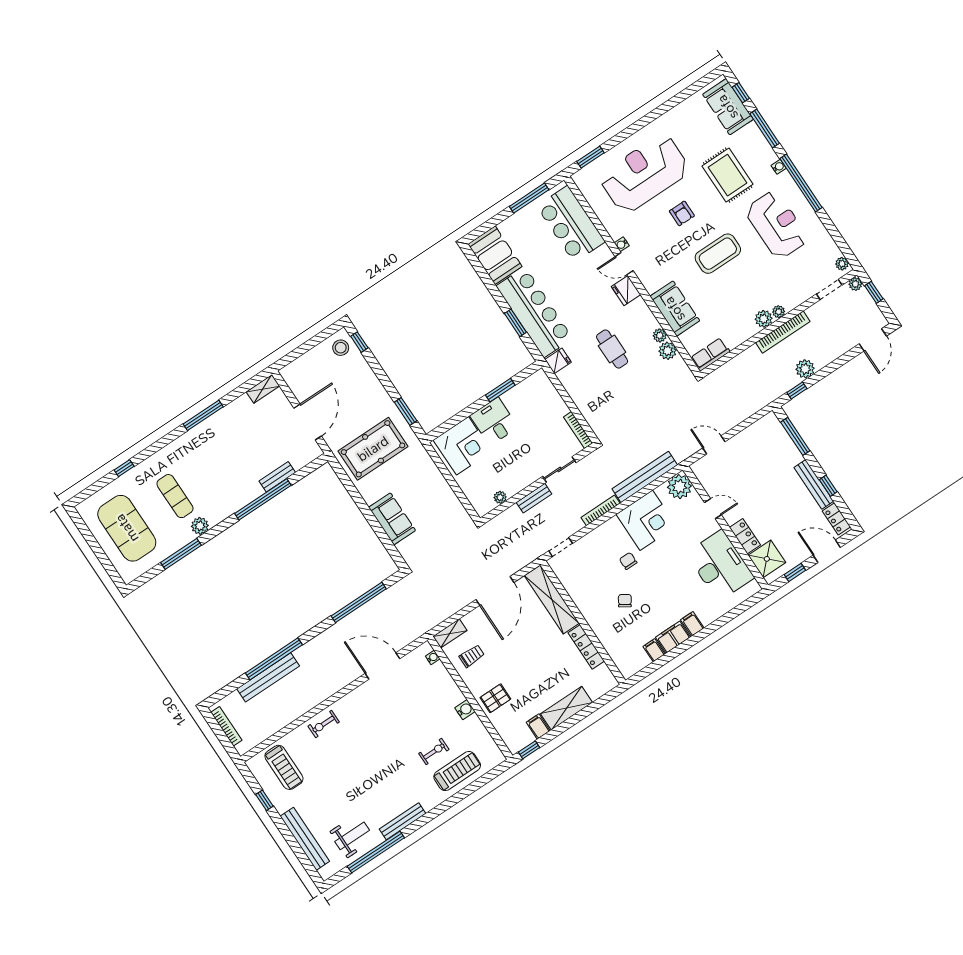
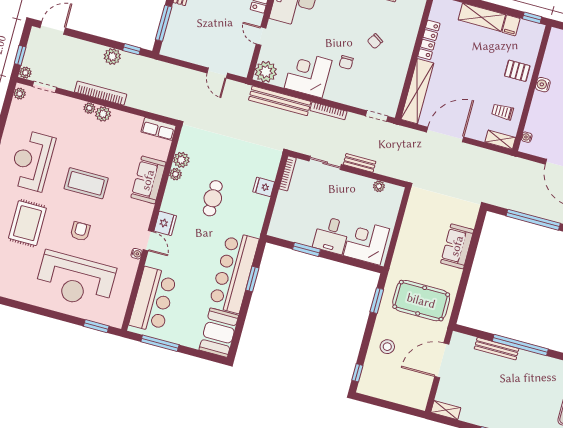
stool: (341, 348) -> (387, 347), moved
fridge: (558, 361) -> (264, 187), moved
bench: (277, 477) -> (497, 349), width x1.36

